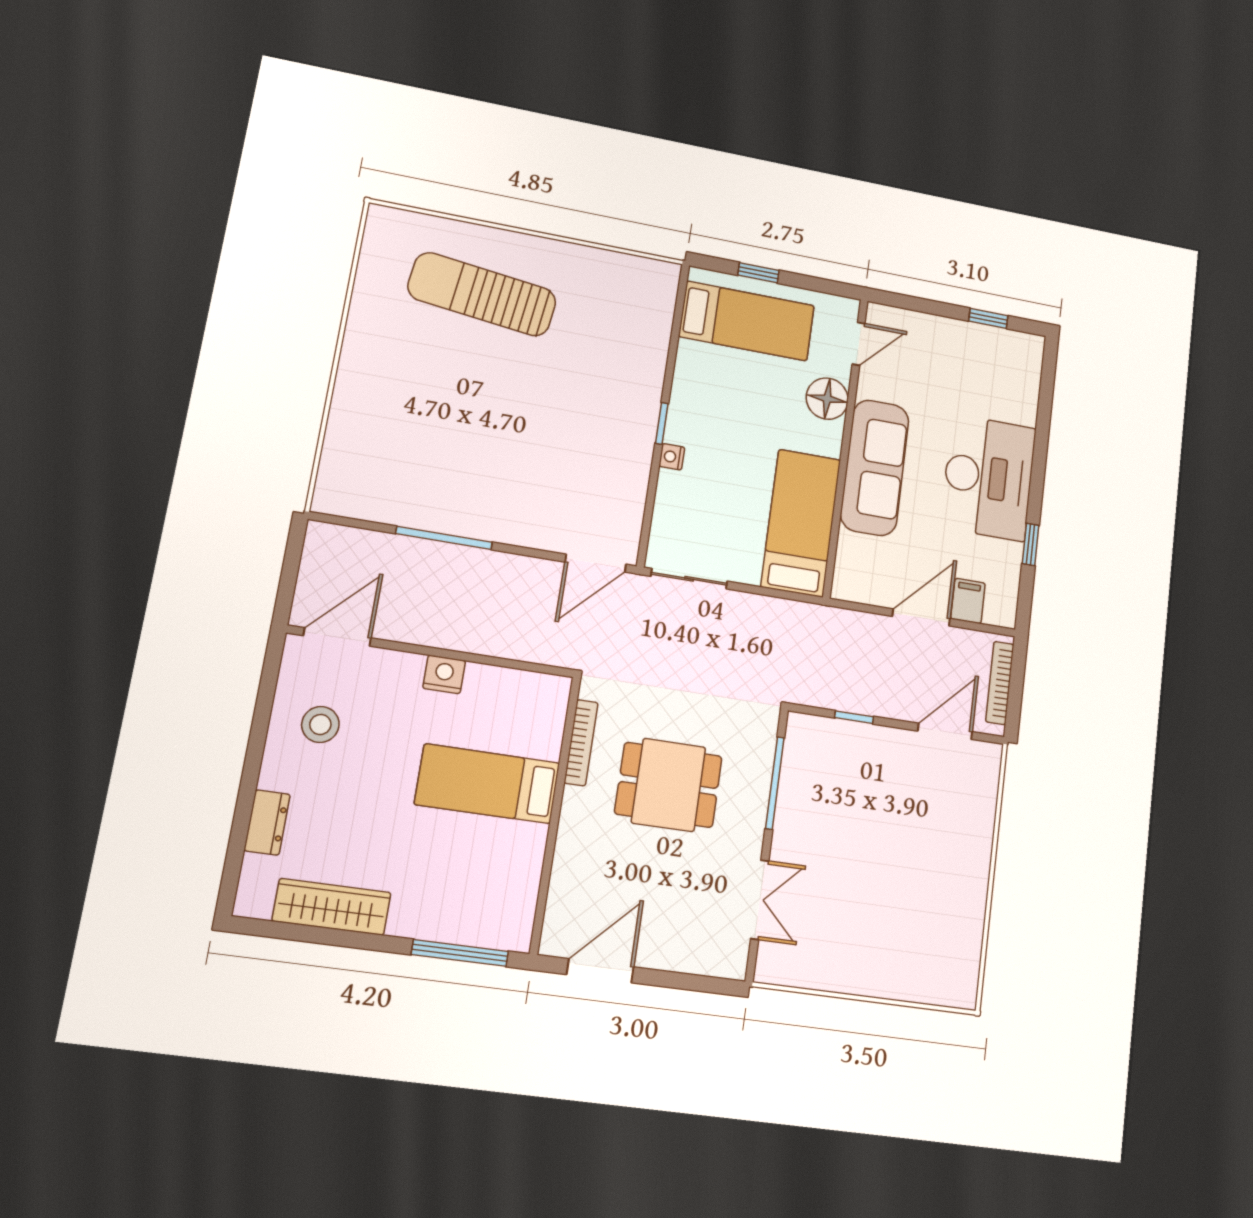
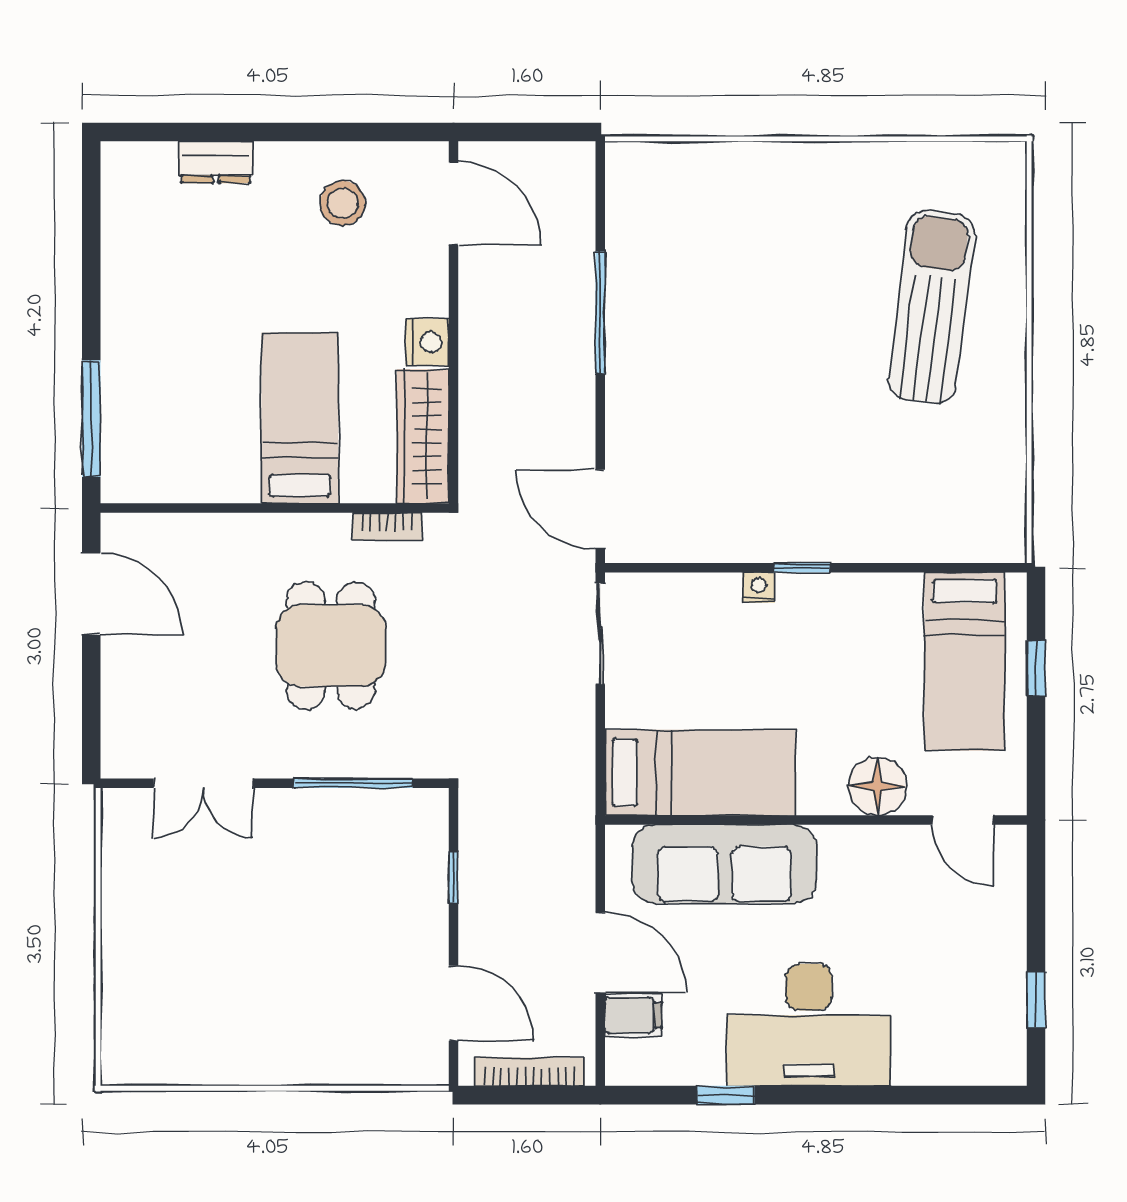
sofa: (875, 468) -> (724, 864), moved
bookcase: (581, 743) -> (387, 526), width x0.64
wardrobe: (332, 907) -> (423, 436), moved, turned 180

